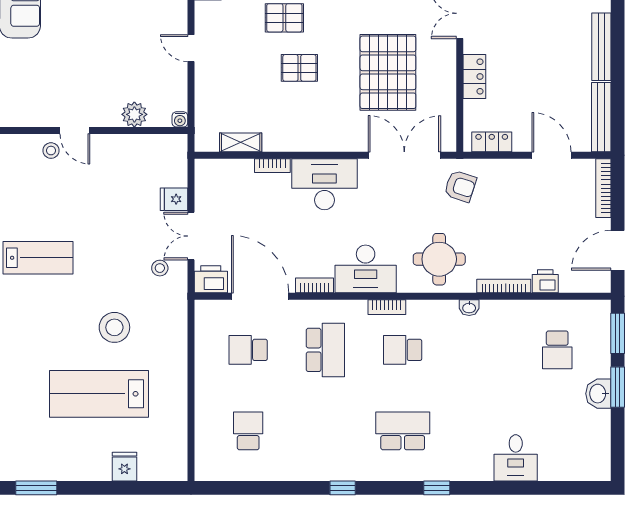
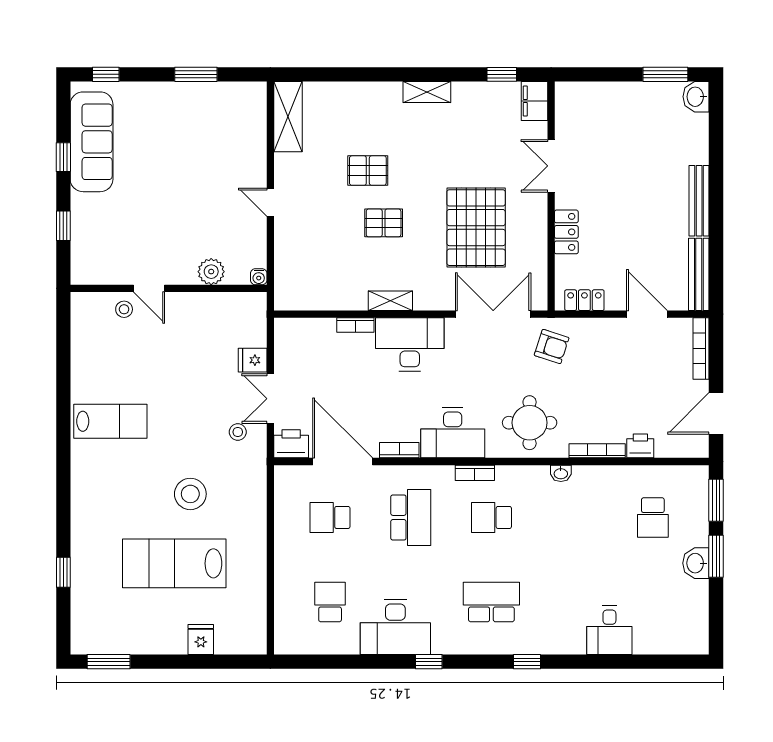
shelving: (241, 142) -> (390, 301), moved
desk: (311, 455) -> (395, 627), added

